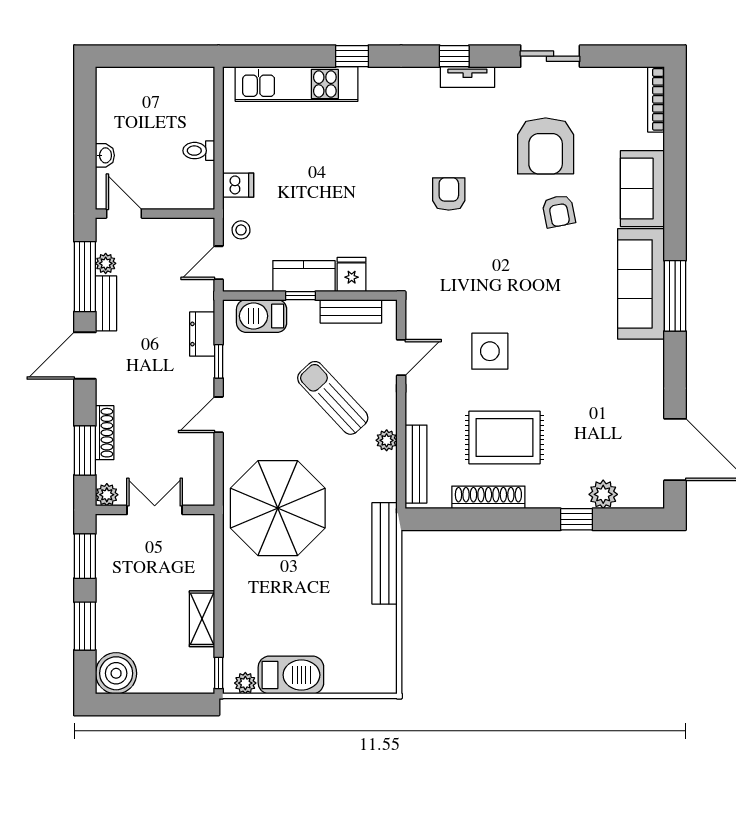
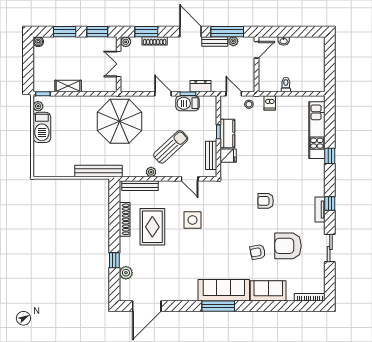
armchair: (449, 194) -> (266, 201), turned 180
barbecue: (262, 316) -> (187, 103), moved, turned -90
double door: (155, 510) -> (119, 64), swing flipped
boiler: (116, 673) -> (38, 42), width x0.54, depth x0.54

